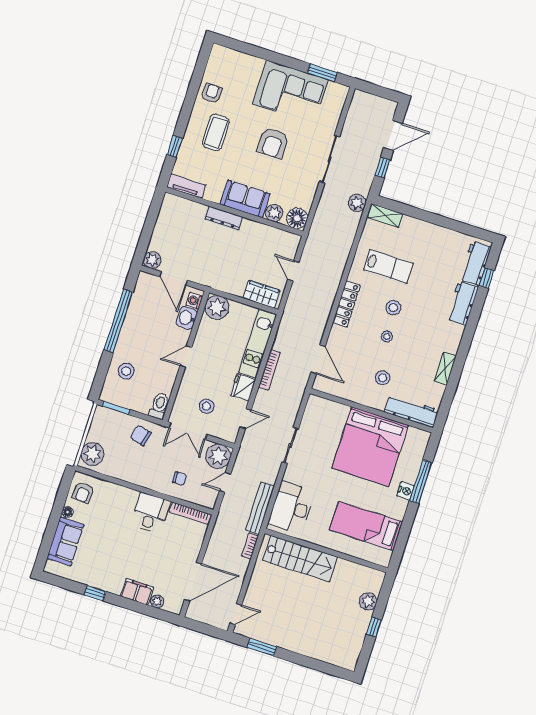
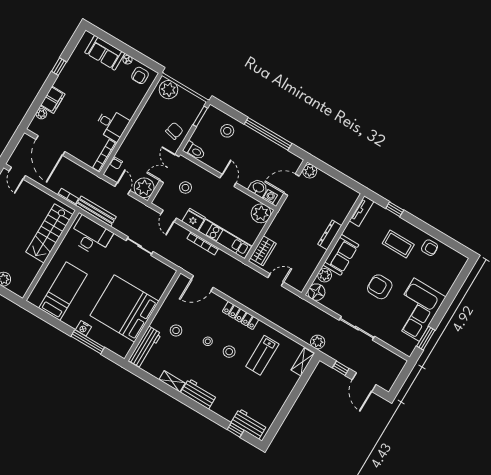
workbench: (463, 303) -> (199, 394), moved
chair: (179, 479) -> (116, 163), moved
armchair: (83, 492) -> (140, 75), turned -94

